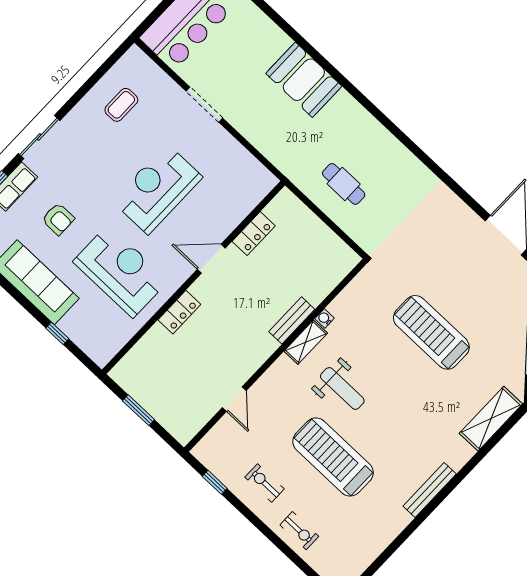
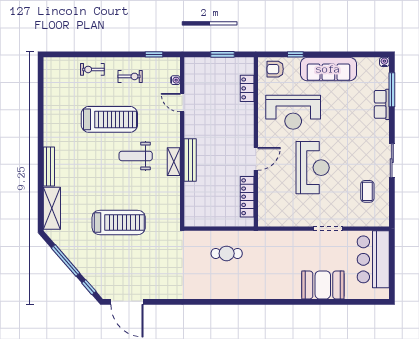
booth: (304, 80) -> (323, 285), moved
sliding door: (39, 137) -> (392, 161), moved
armchair: (58, 219) -> (275, 69), moved
locker: (254, 234) -> (247, 197), width x1.53
locker: (179, 312) -> (247, 88), moved
water cooler: (325, 318) -> (175, 80), moved
bench: (292, 320) -> (190, 160), width x1.36
bench: (430, 490) -> (49, 166), moved

